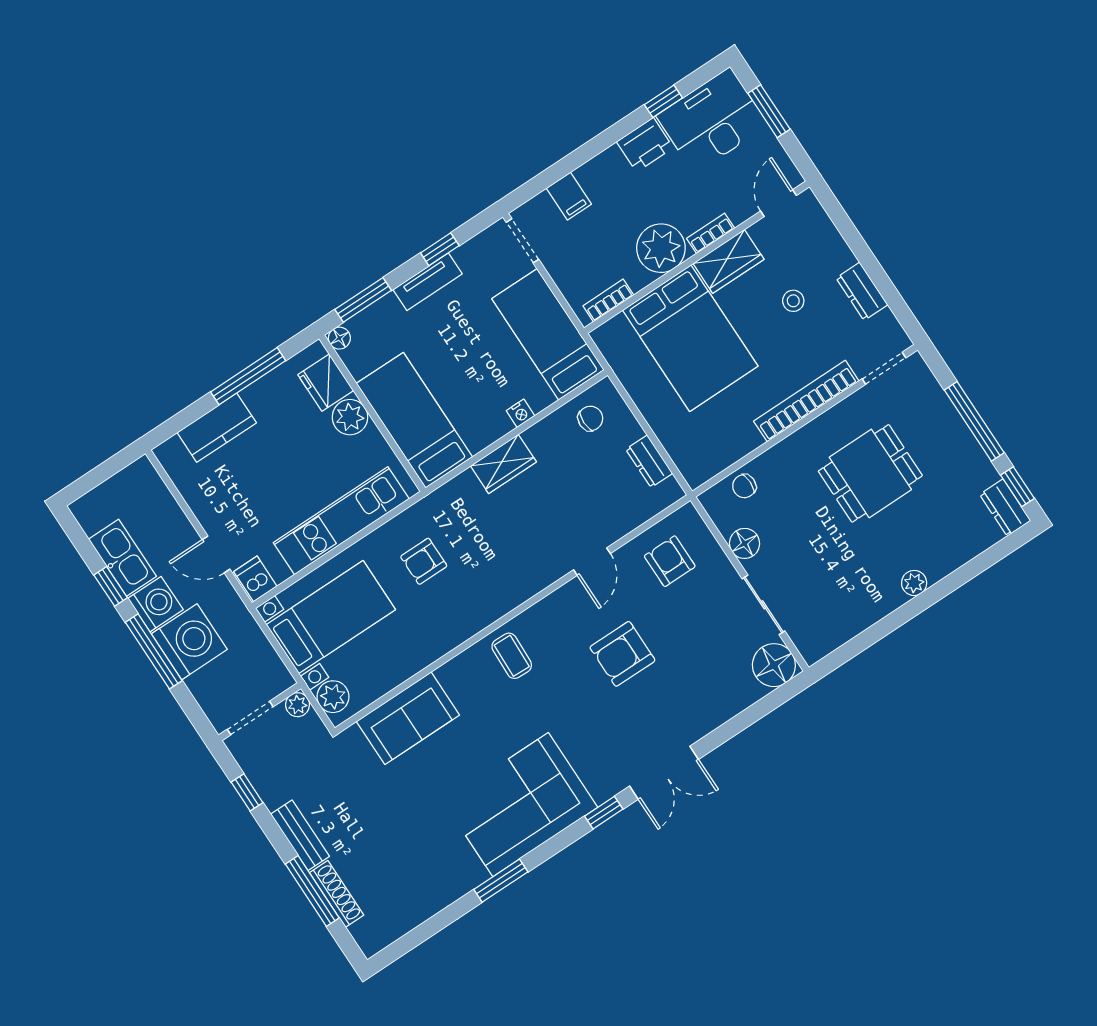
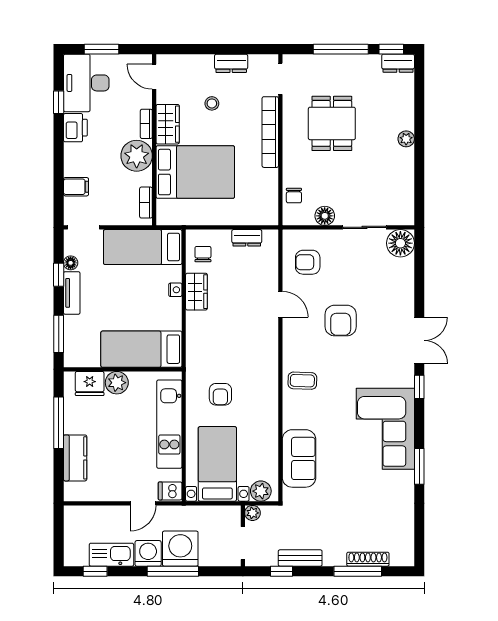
floor lamp: (339, 338) -> (71, 263), moved
wardrobe: (503, 464) -> (196, 292), moved
window: (111, 586) -> (95, 571), moved
bench: (300, 835) -> (300, 558), moved

